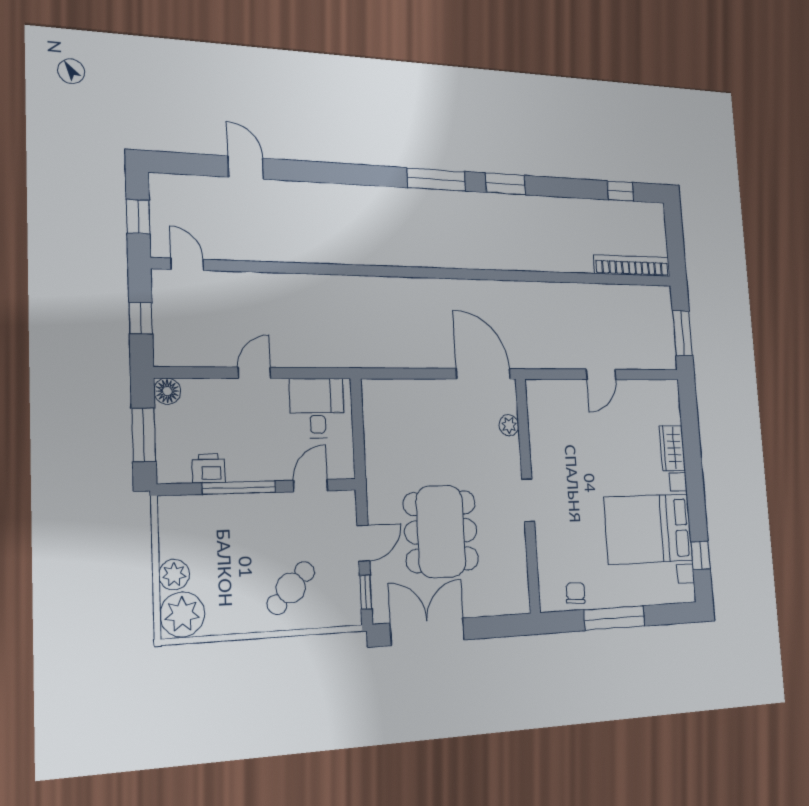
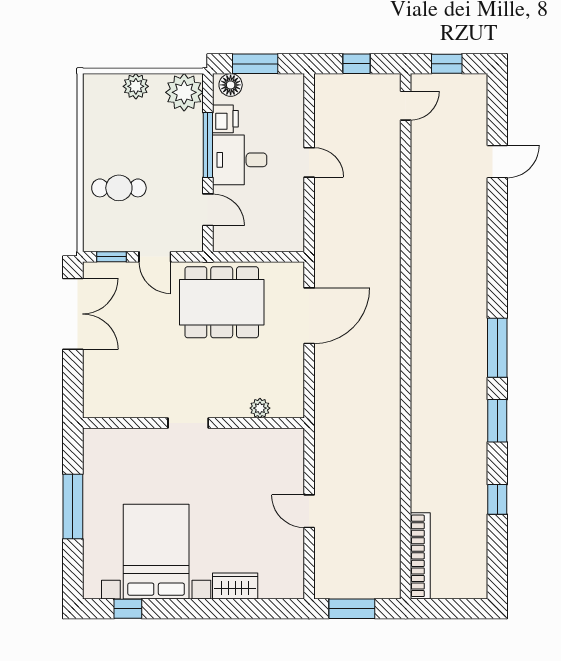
window: (621, 191) -> (497, 499), moved
door: (483, 374) -> (309, 316), moved
floor lamp: (167, 391) -> (231, 85), moved
desk: (317, 408) -> (240, 160), moved, turned 180
dining table: (441, 531) -> (222, 302), moved
cafe table: (291, 588) -> (119, 188), turned -44
chair: (576, 593) -> (99, 467), removed
plant: (182, 614) -> (184, 92), moved

